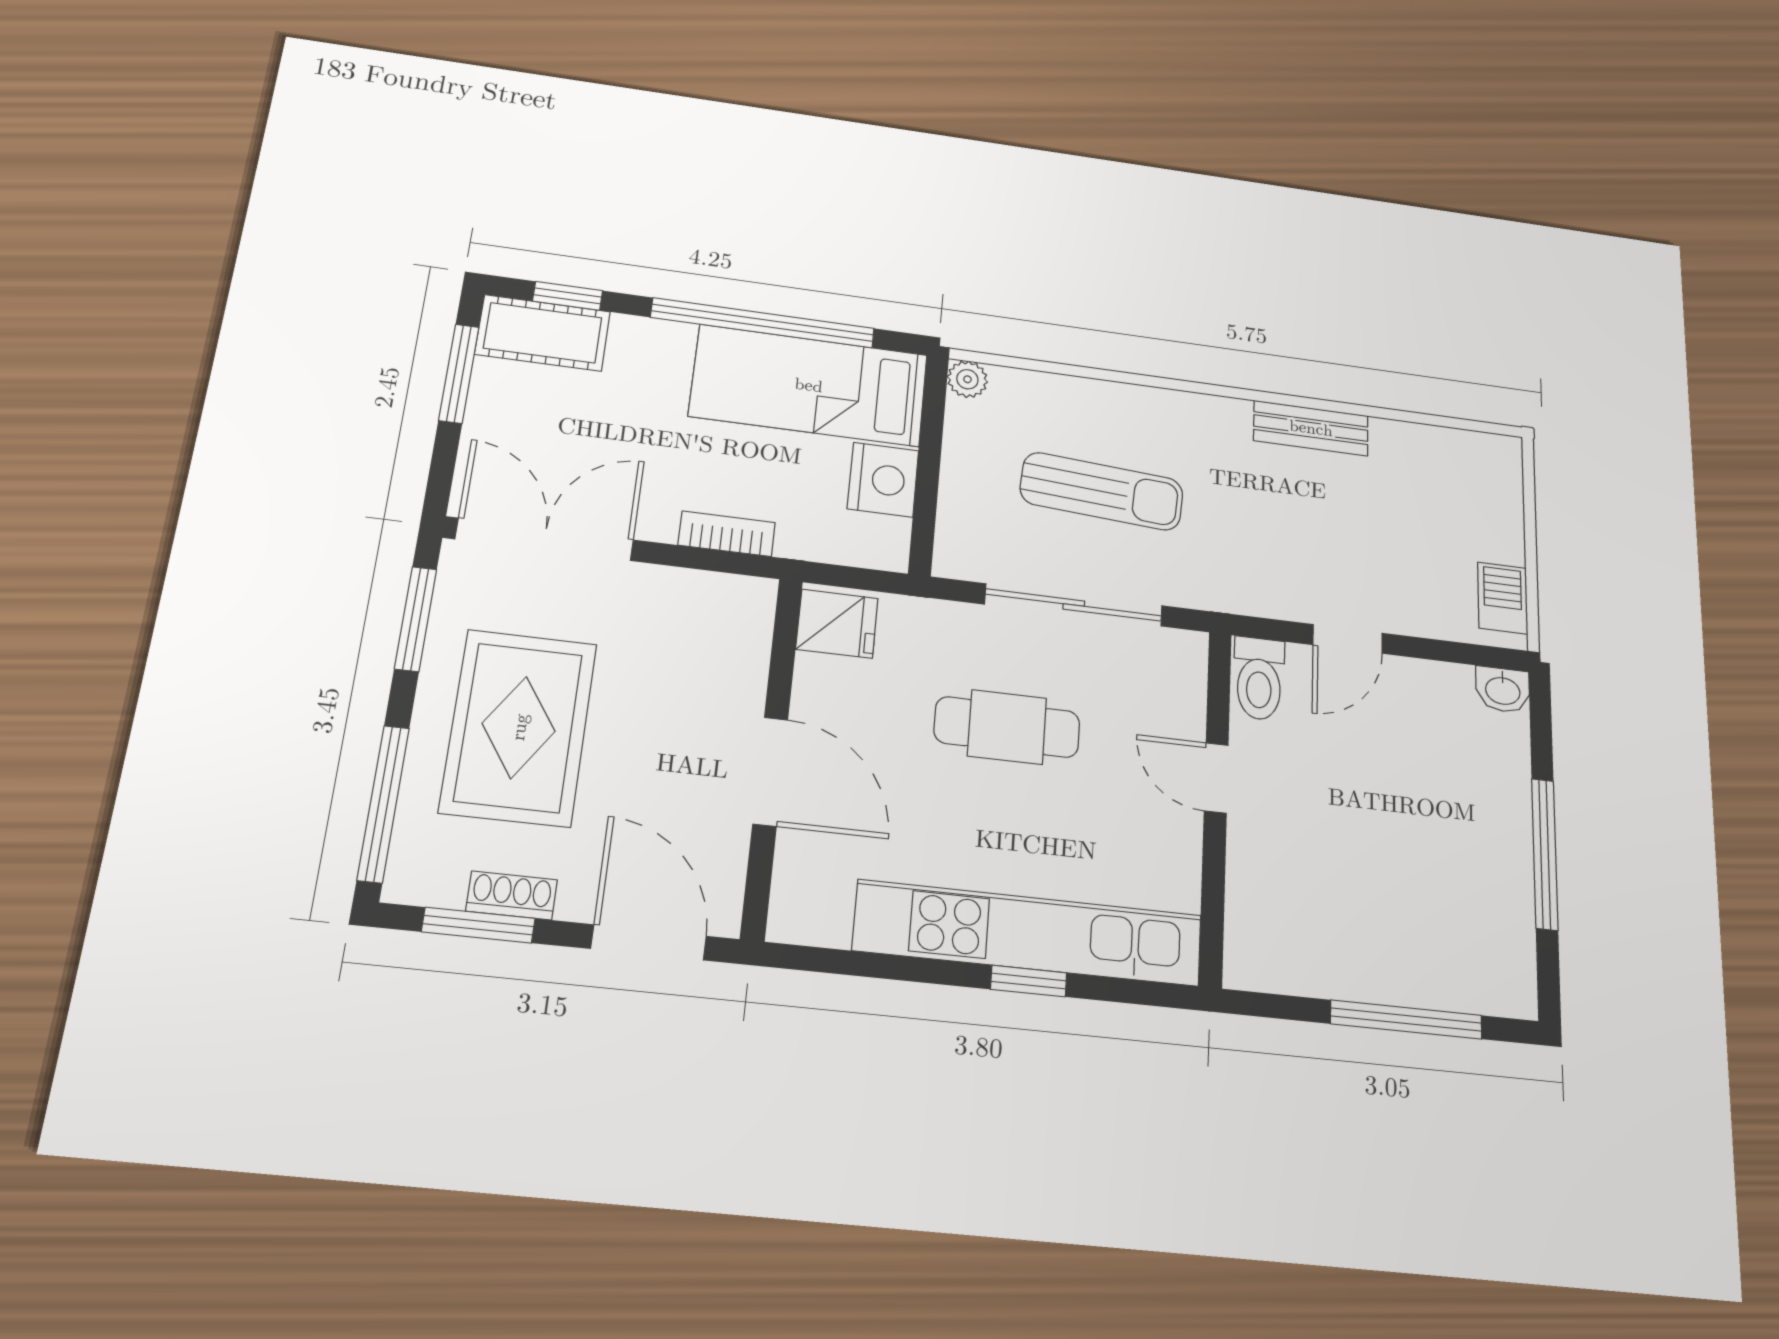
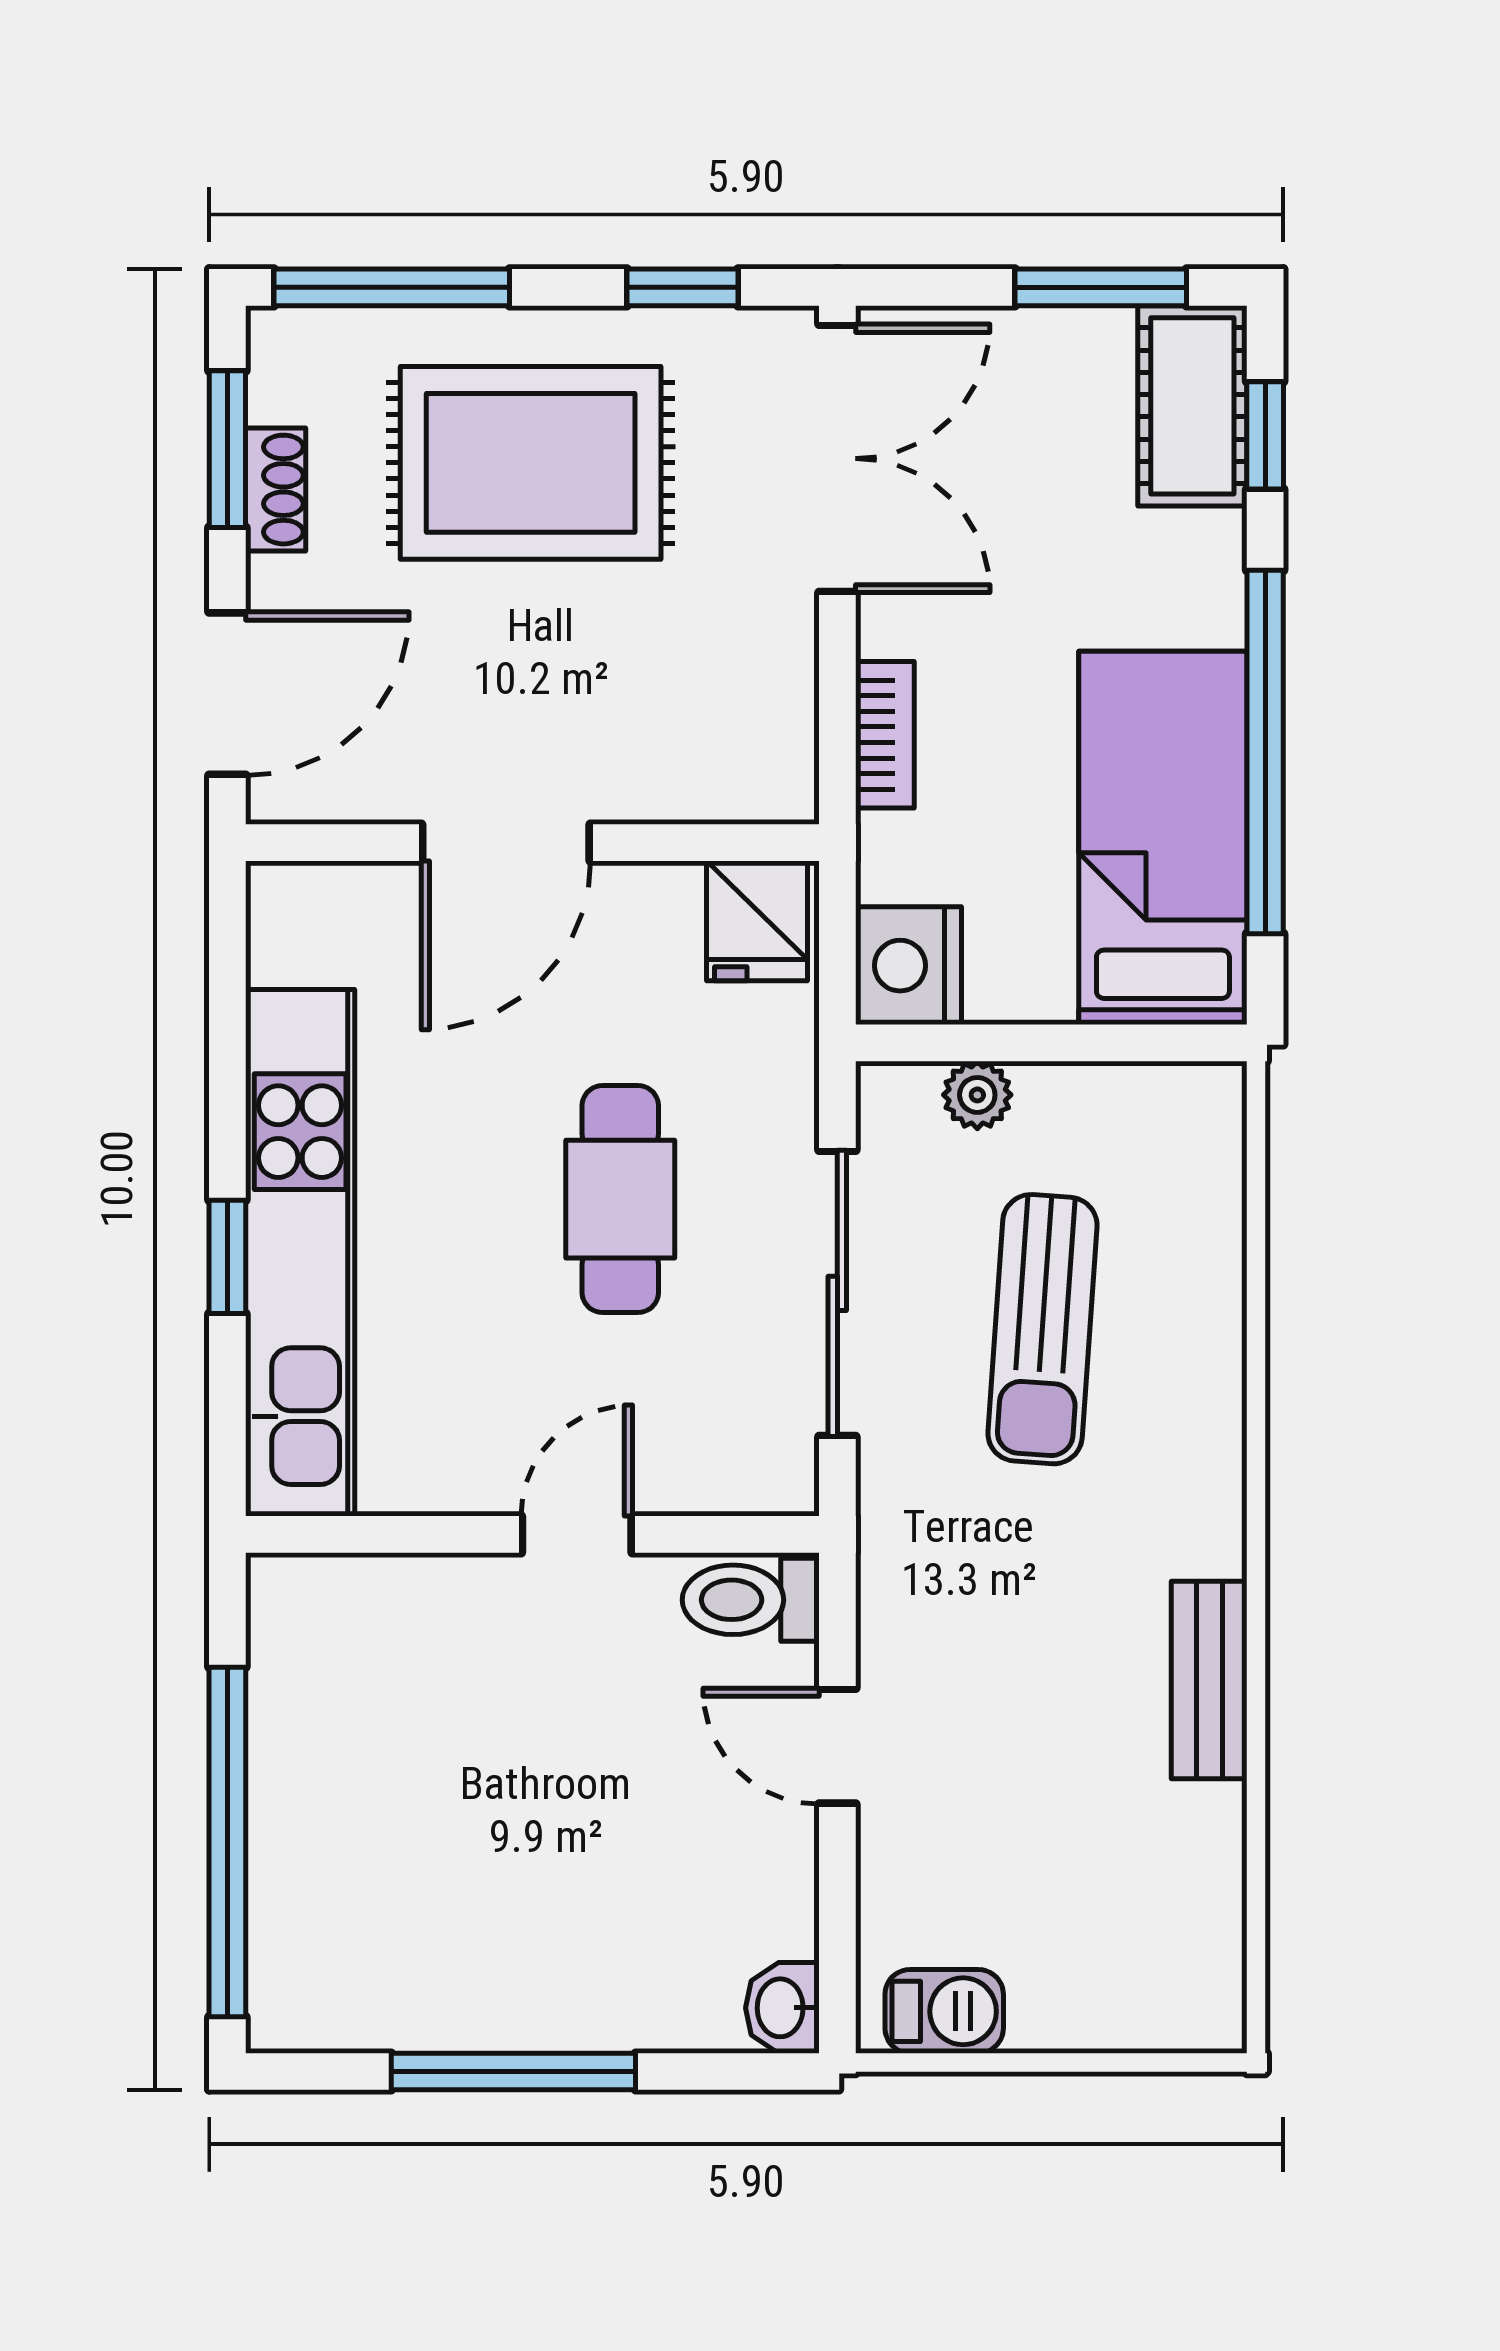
plant: (967, 379) -> (977, 1095), moved
nightstand: (883, 480) -> (909, 966), moved, turned 90
window: (416, 619) -> (683, 287), width x0.67
window: (1406, 1020) -> (227, 1842), width x1.46

